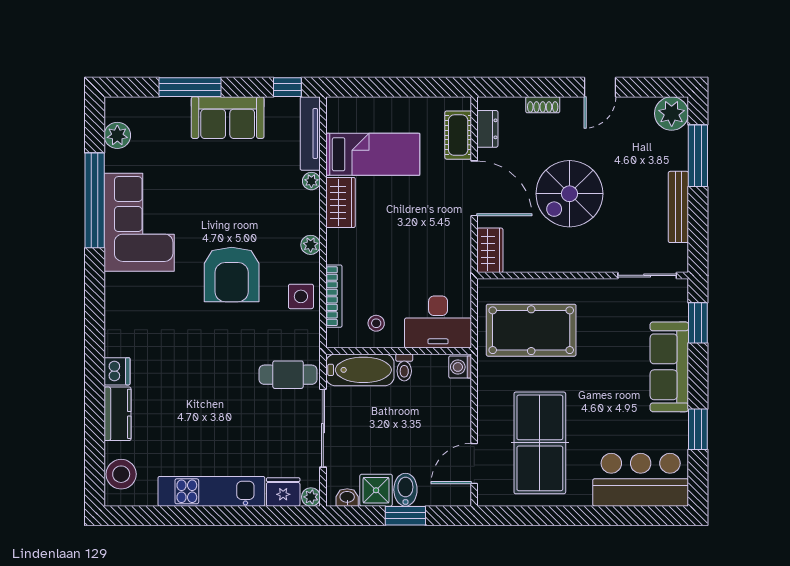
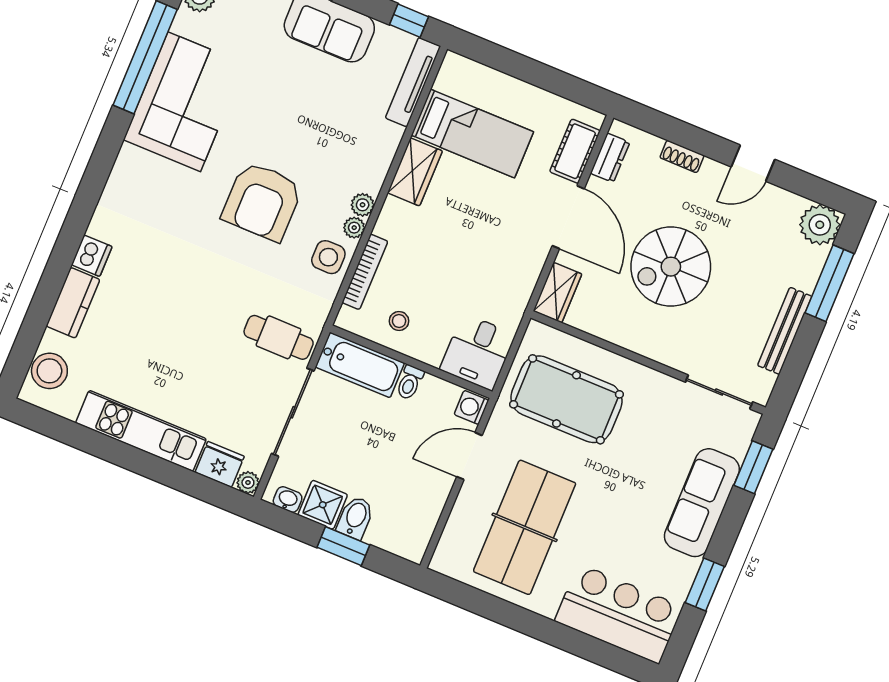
plant: (311, 181) -> (354, 228), moved
desk: (438, 322) -> (478, 352), width x0.73
door: (474, 464) -> (469, 456), moved

